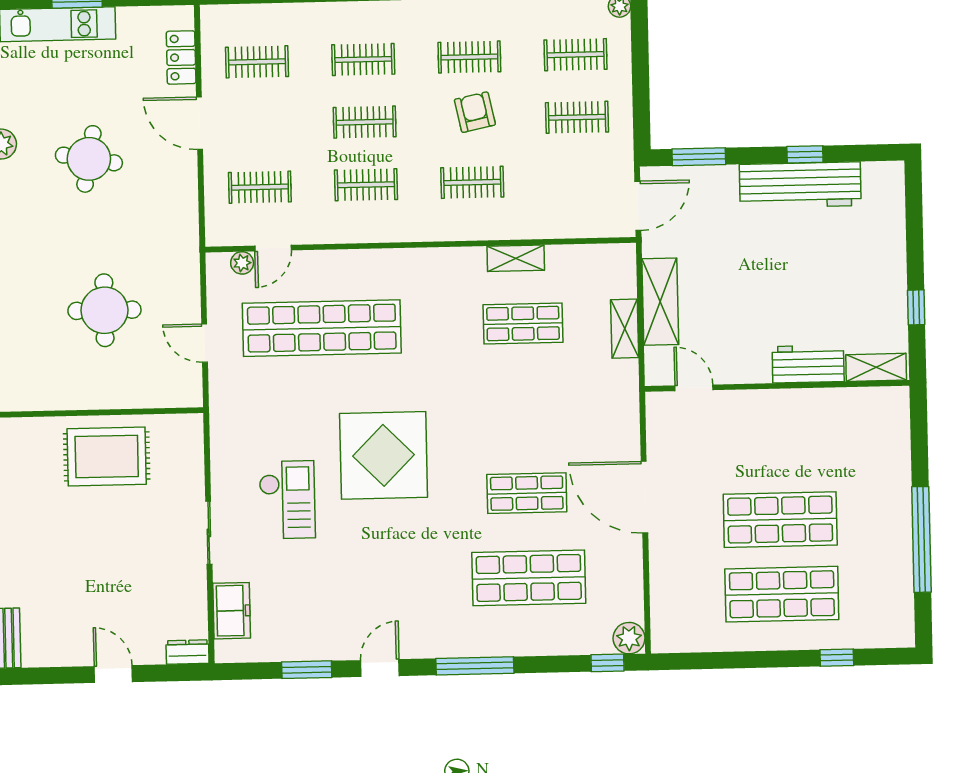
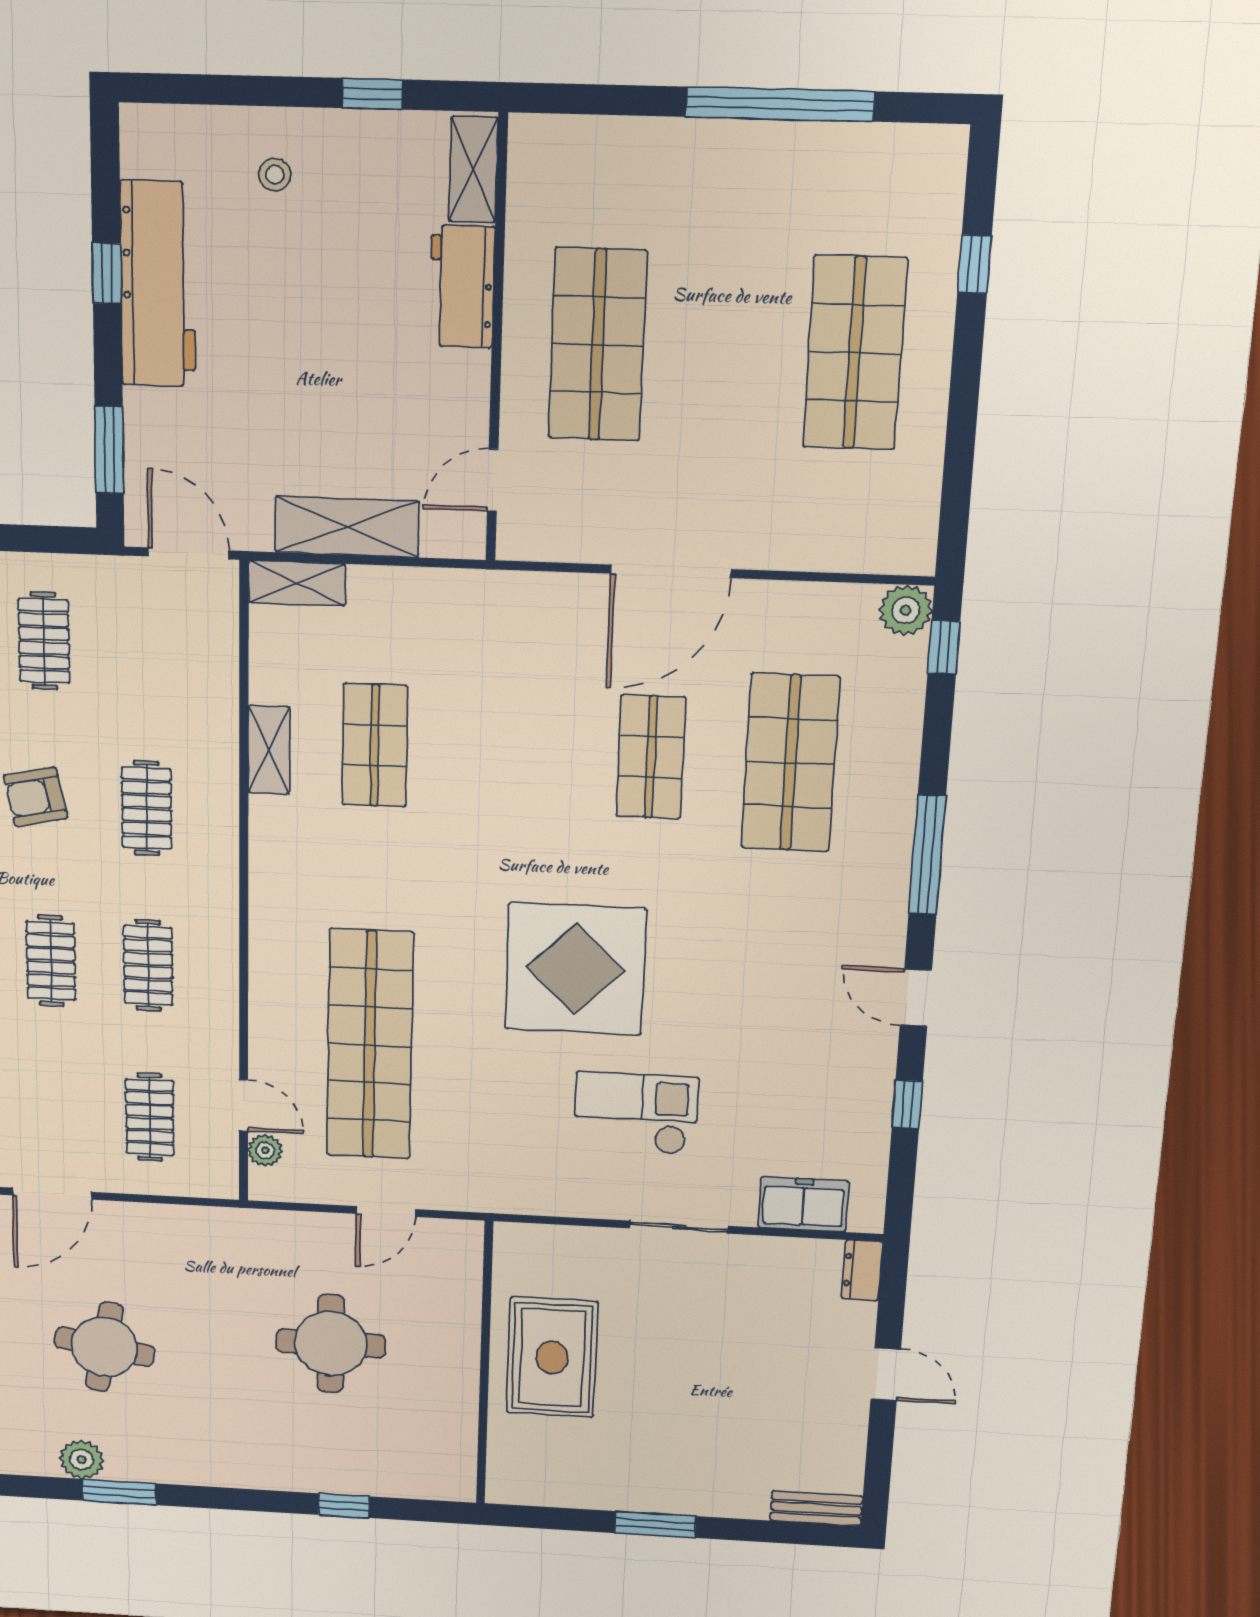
stool: (867, 252) -> (275, 175), added
shelving: (625, 329) -> (297, 583), moved
shop shelf: (780, 520) -> (598, 345), moved
window: (307, 670) -> (907, 1104), width x0.67
door: (113, 674) -> (886, 1374), swing flipped

